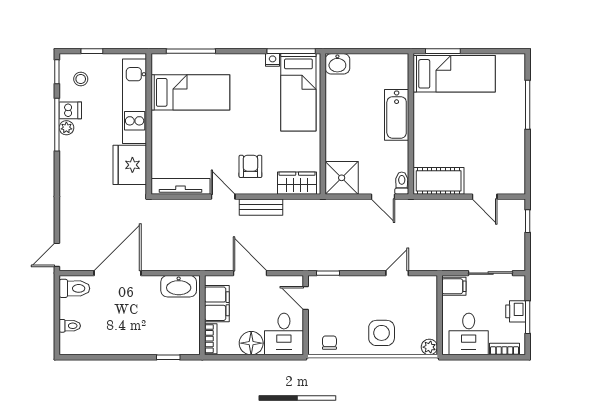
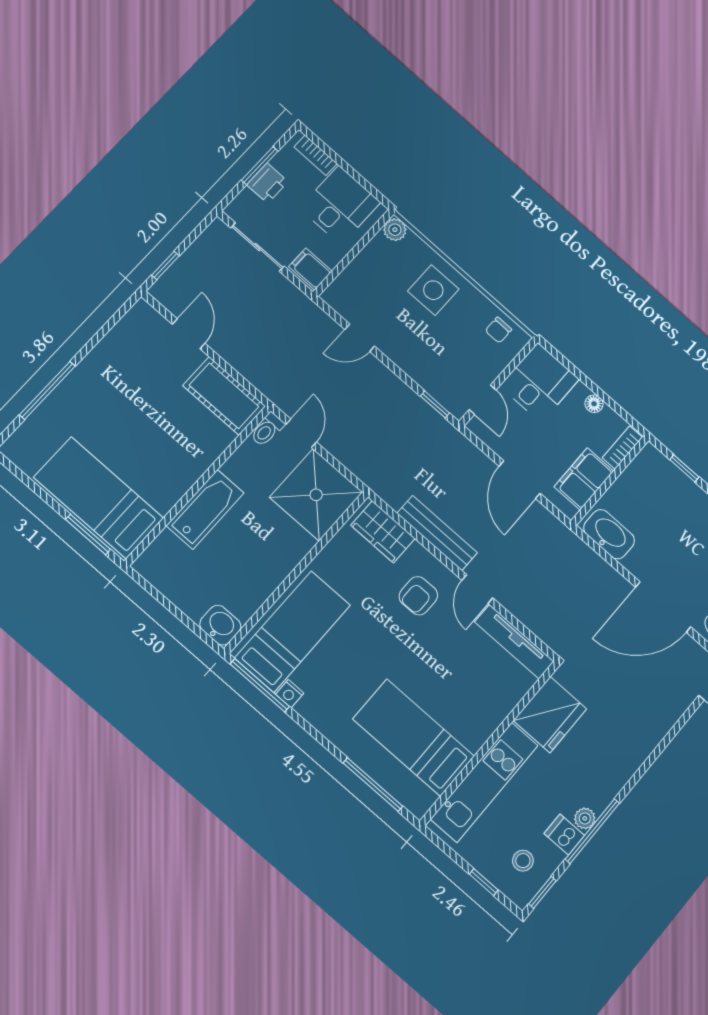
shower: (342, 178) -> (316, 495), width x1.37, depth x1.37
bench: (261, 207) -> (437, 533), width x1.36
floor lamp: (251, 343) -> (594, 404), width x0.53, depth x0.53

